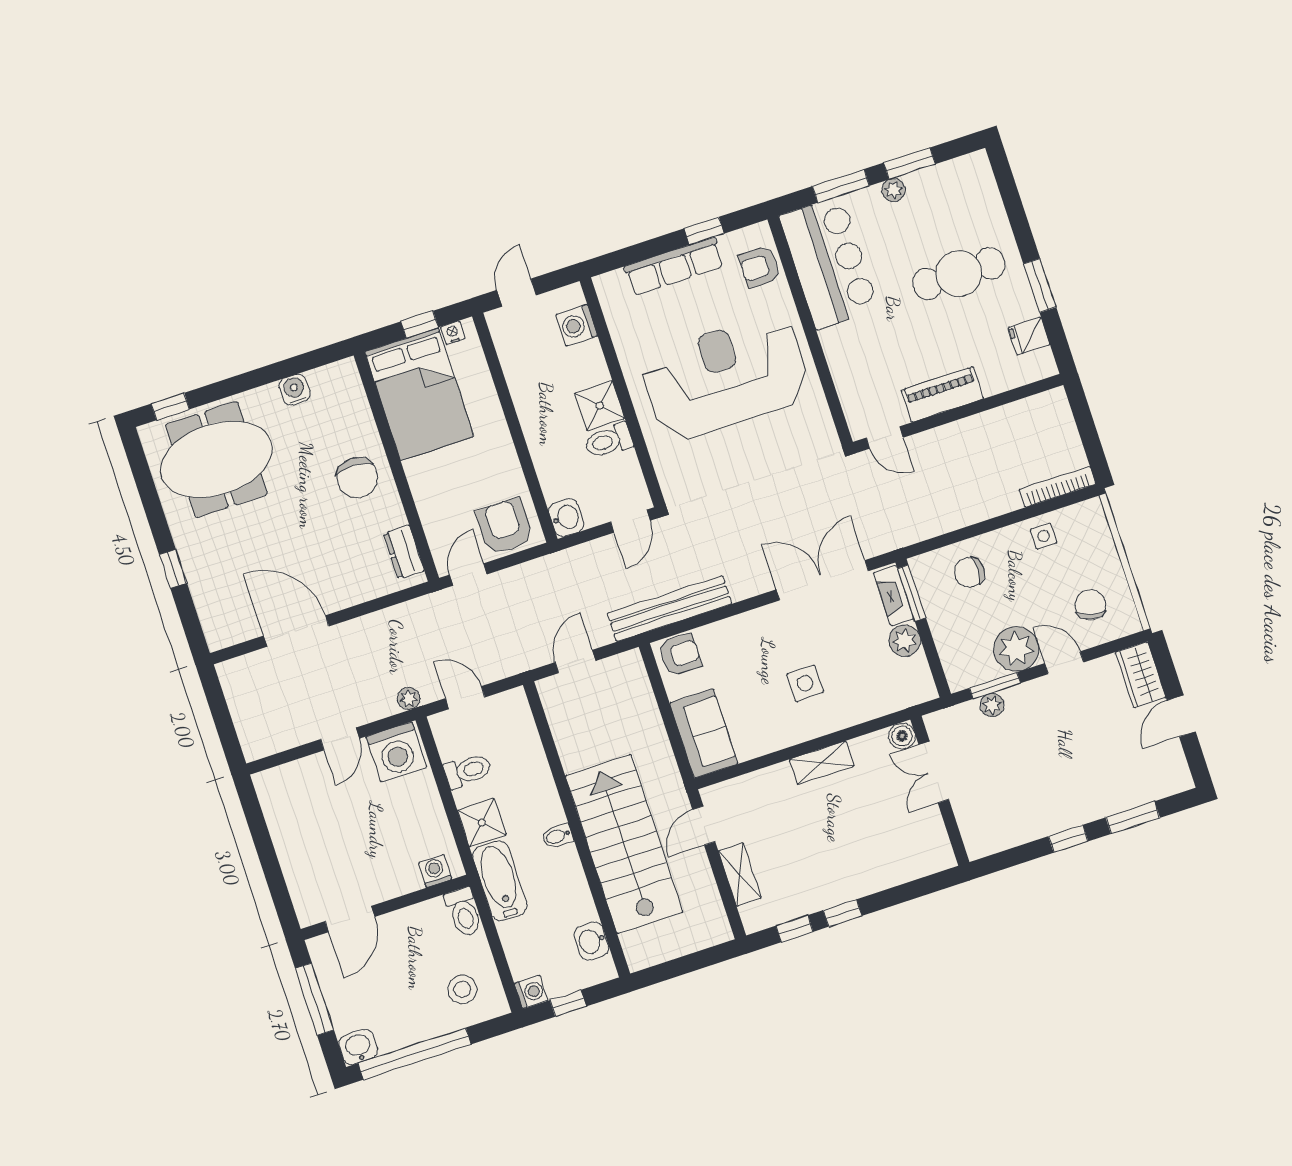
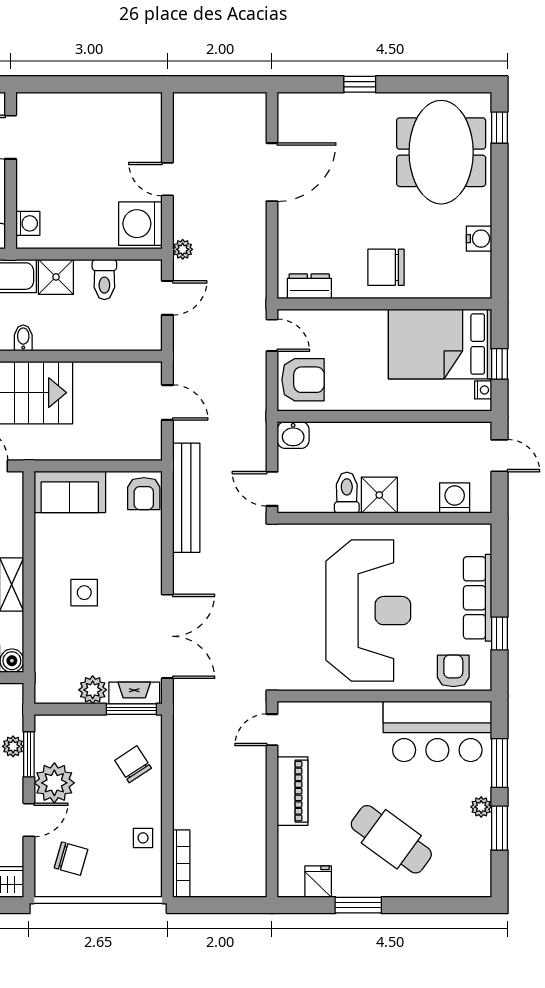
cafe table: (959, 274) -> (391, 839), turned -54
chair: (969, 572) -> (133, 764), turned -33

